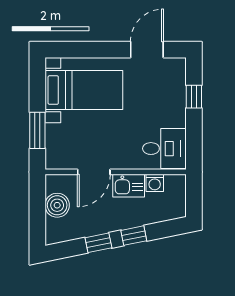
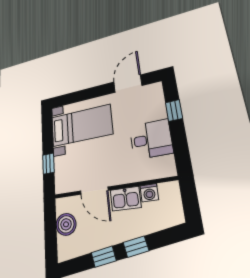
window: (37, 130) -> (48, 164), width x0.67
desk: (164, 149) -> (151, 139), moved
door: (94, 172) -> (94, 191), hinge flipped

